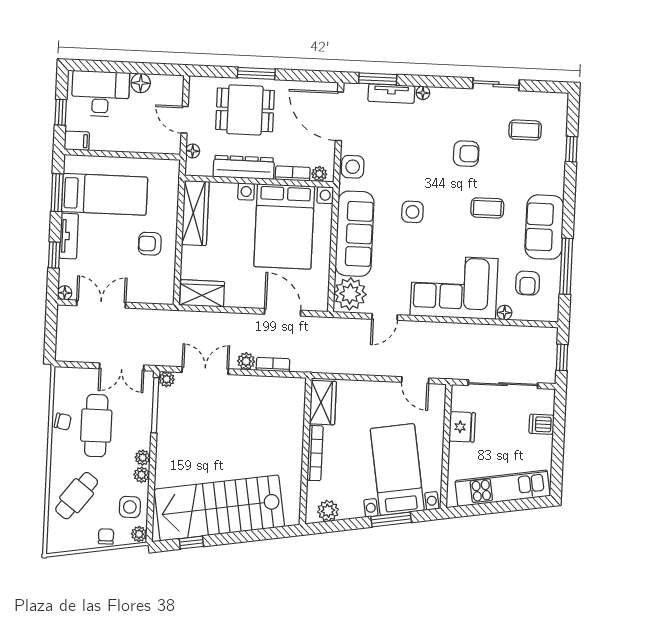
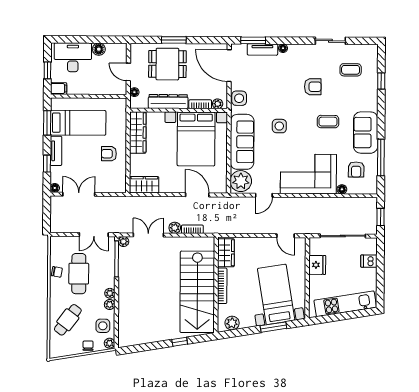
stairs: (219, 508) -> (197, 292), moved, turned -81
window: (191, 543) -> (180, 342), moved

